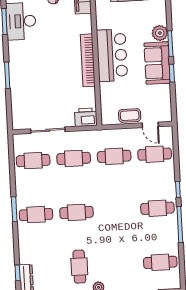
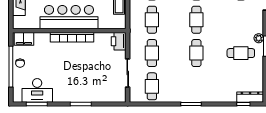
bar counter: (112, 55) -> (69, 17), width x1.36
cafe table: (36, 215) -> (196, 20), moved

